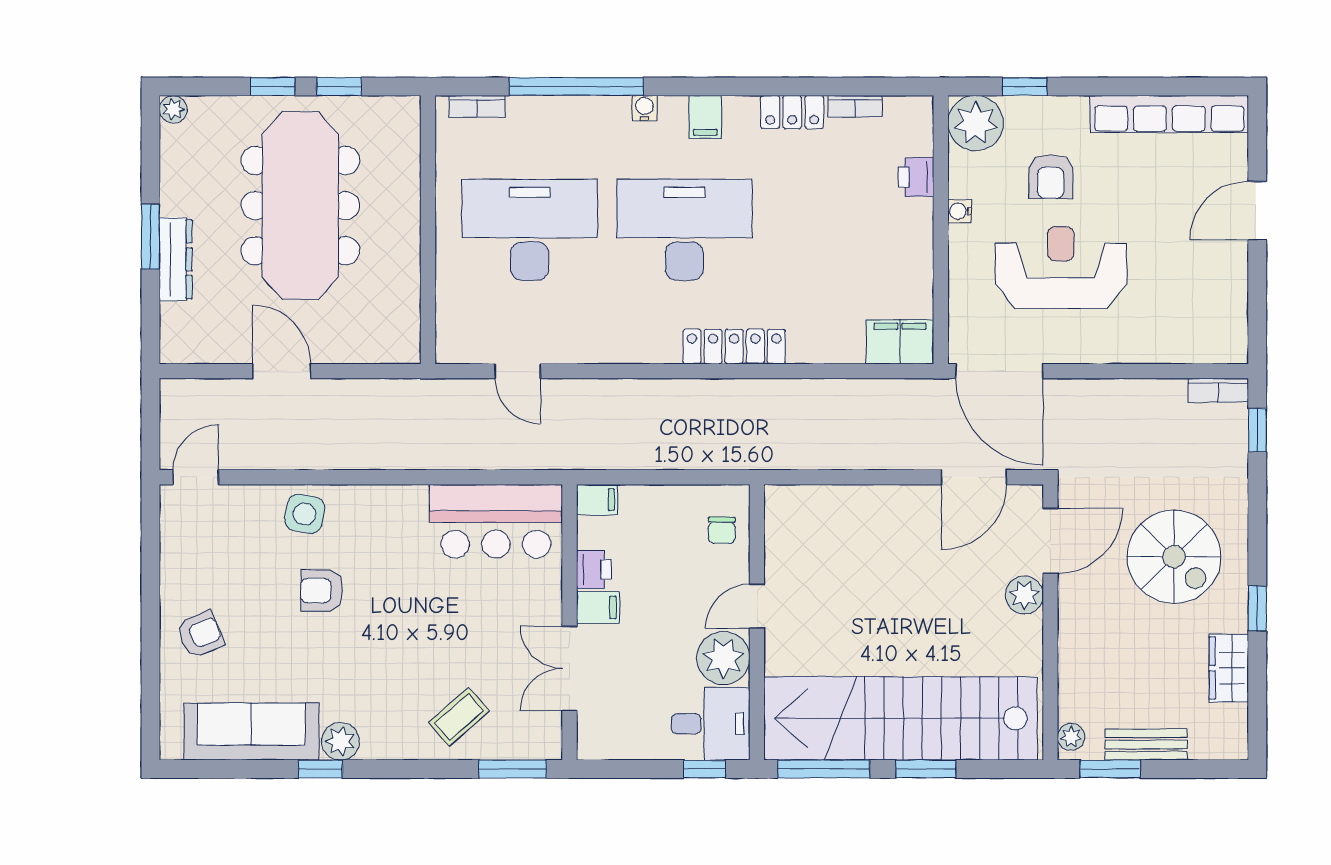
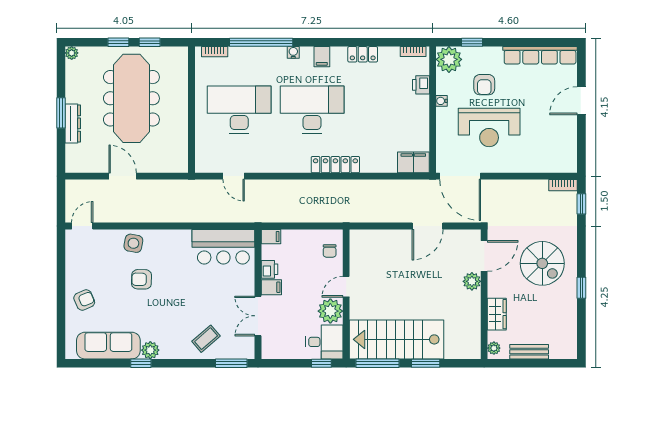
bookcase: (855, 106) -> (413, 52), moved
reception desk: (1061, 268) -> (489, 127), turned 180
door: (974, 477) -> (428, 226), moved
wardrobe: (1229, 668) -> (497, 314), moved, turned 180
stairs: (901, 718) -> (397, 339), width x0.73
window: (1110, 769) -> (512, 363), removed

